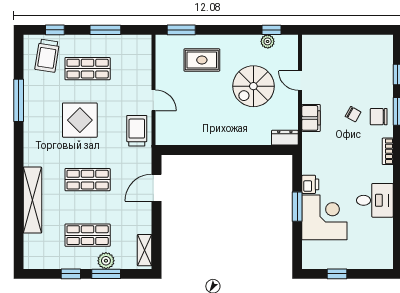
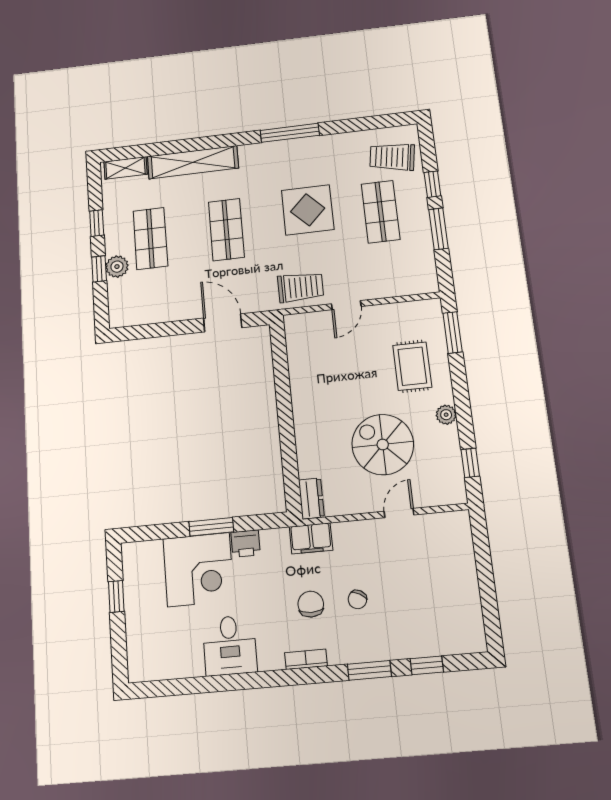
window: (55, 30) -> (432, 184), moved
plant: (268, 41) -> (446, 415), moved
window: (19, 100) -> (290, 133), moved
chair: (379, 117) -> (311, 604), moved
filing cabinet: (311, 118) -> (311, 538), moved
shelving: (145, 250) -> (125, 168), moved
window: (106, 274) -> (99, 269), width x0.67

